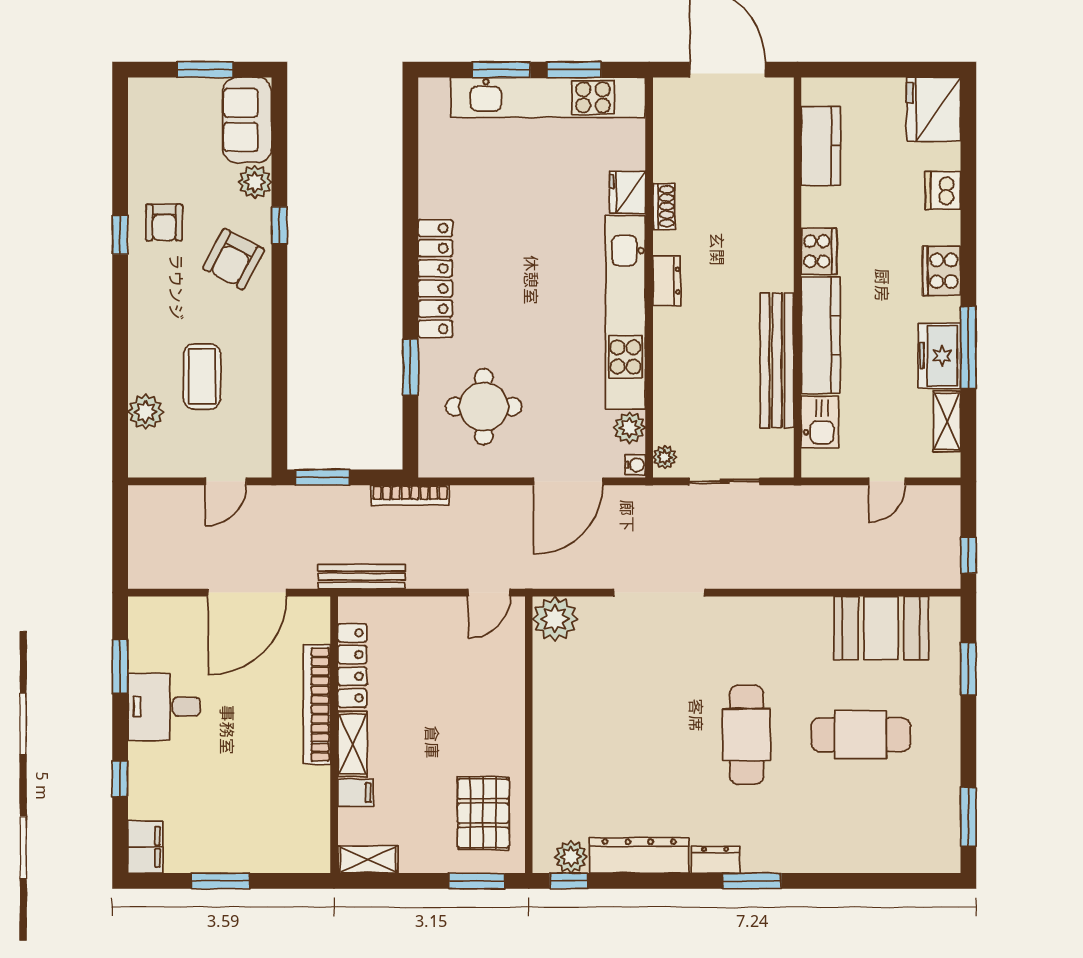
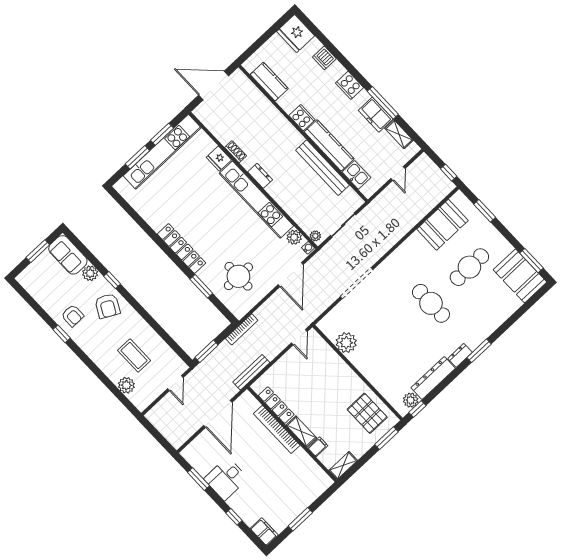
plant: (555, 619) -> (346, 343), moved
booth: (927, 824) -> (520, 276), added

